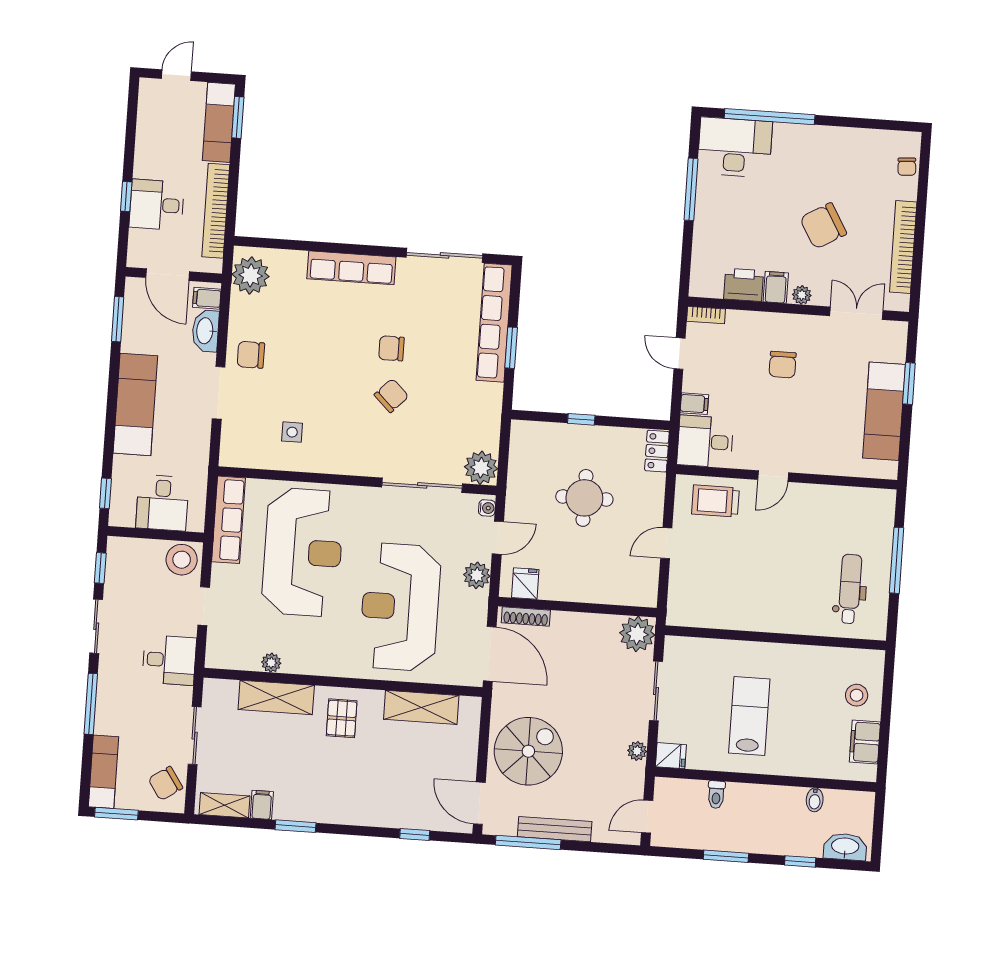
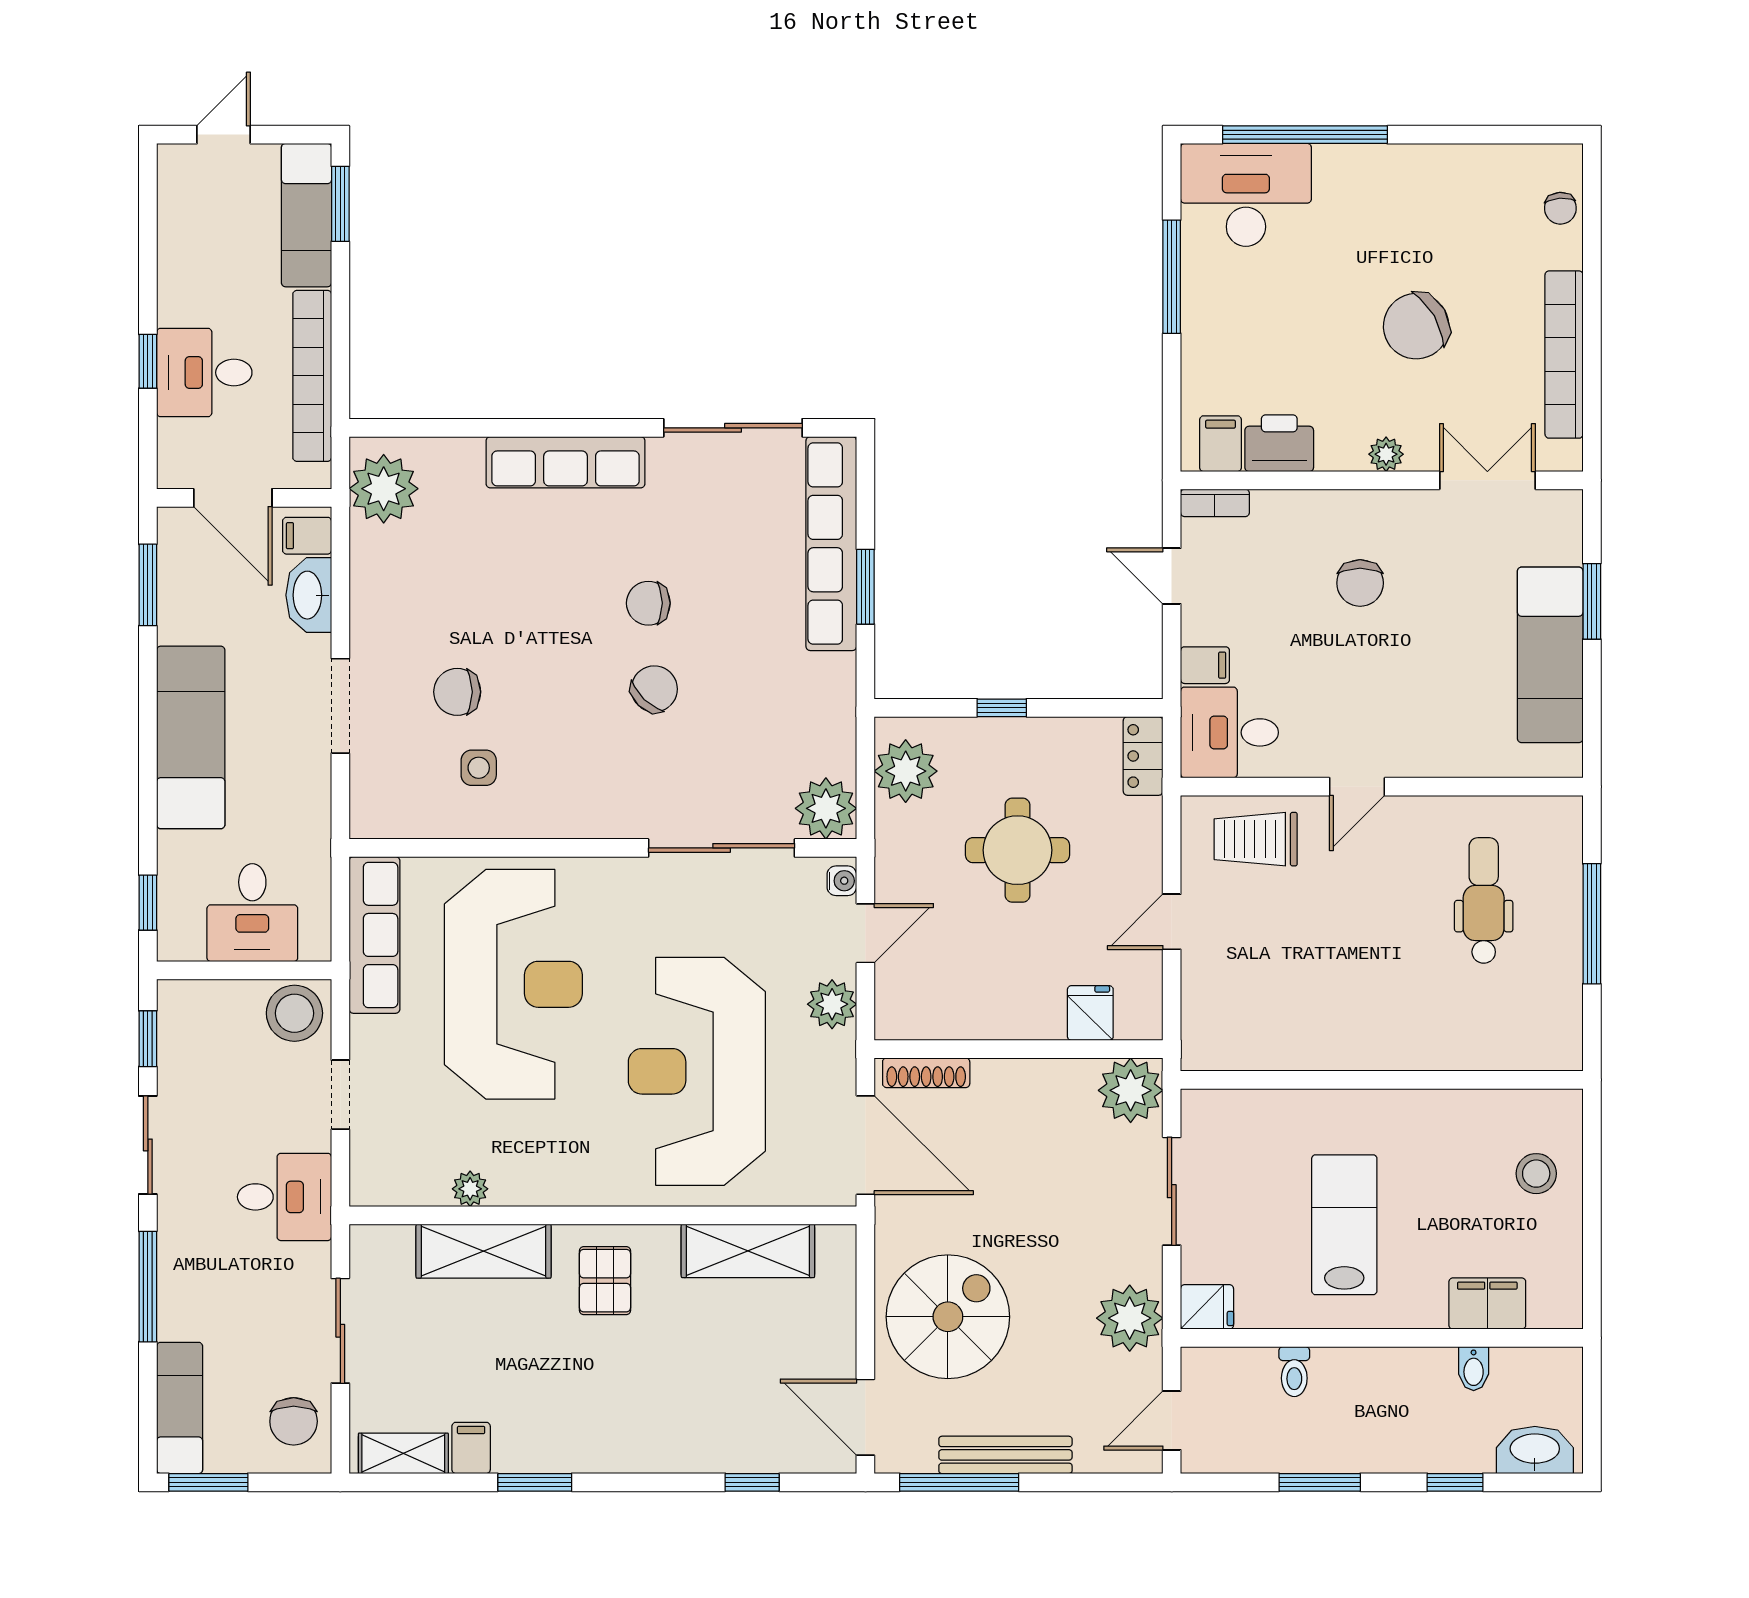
filing cabinet: (776, 287) -> (1220, 444), moved
chair: (251, 355) -> (457, 692), moved
plant: (526, 450) -> (906, 771), added
fridge: (525, 584) -> (1090, 1013), moved
dental chair: (850, 589) -> (1484, 900), moved
filing cabinet: (865, 742) -> (1487, 1304), moved, turned 90
plant: (637, 751) -> (1130, 1318), width x1.88, depth x1.88
chair: (165, 783) -> (294, 1421), turned -56

